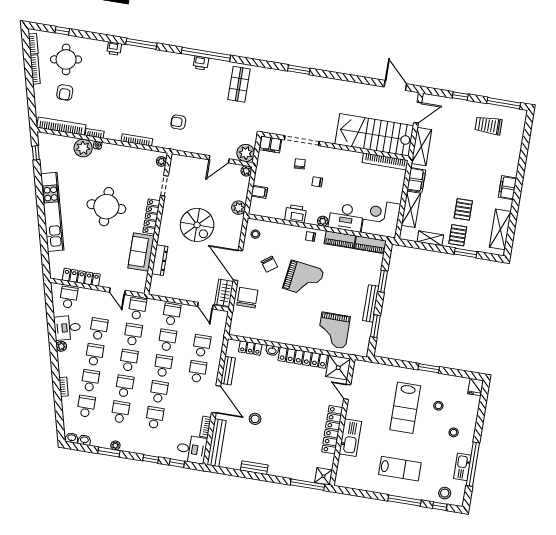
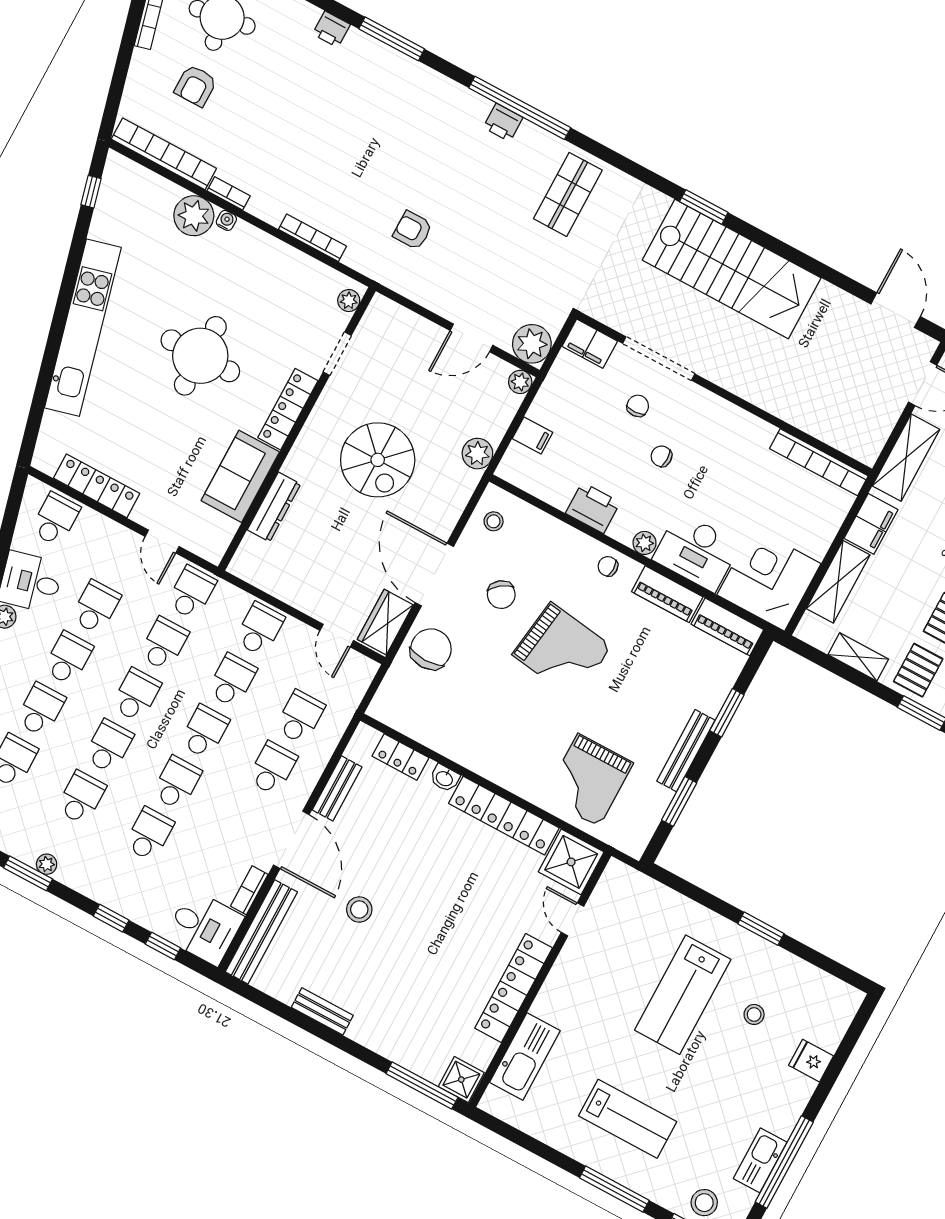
stairs: (374, 135) -> (732, 269), moved, turned 180
fridge: (476, 387) -> (811, 1061), moved, turned 90
stool: (454, 432) -> (767, 1081), removed
kitchen sink: (350, 438) -> (525, 1057), moved

